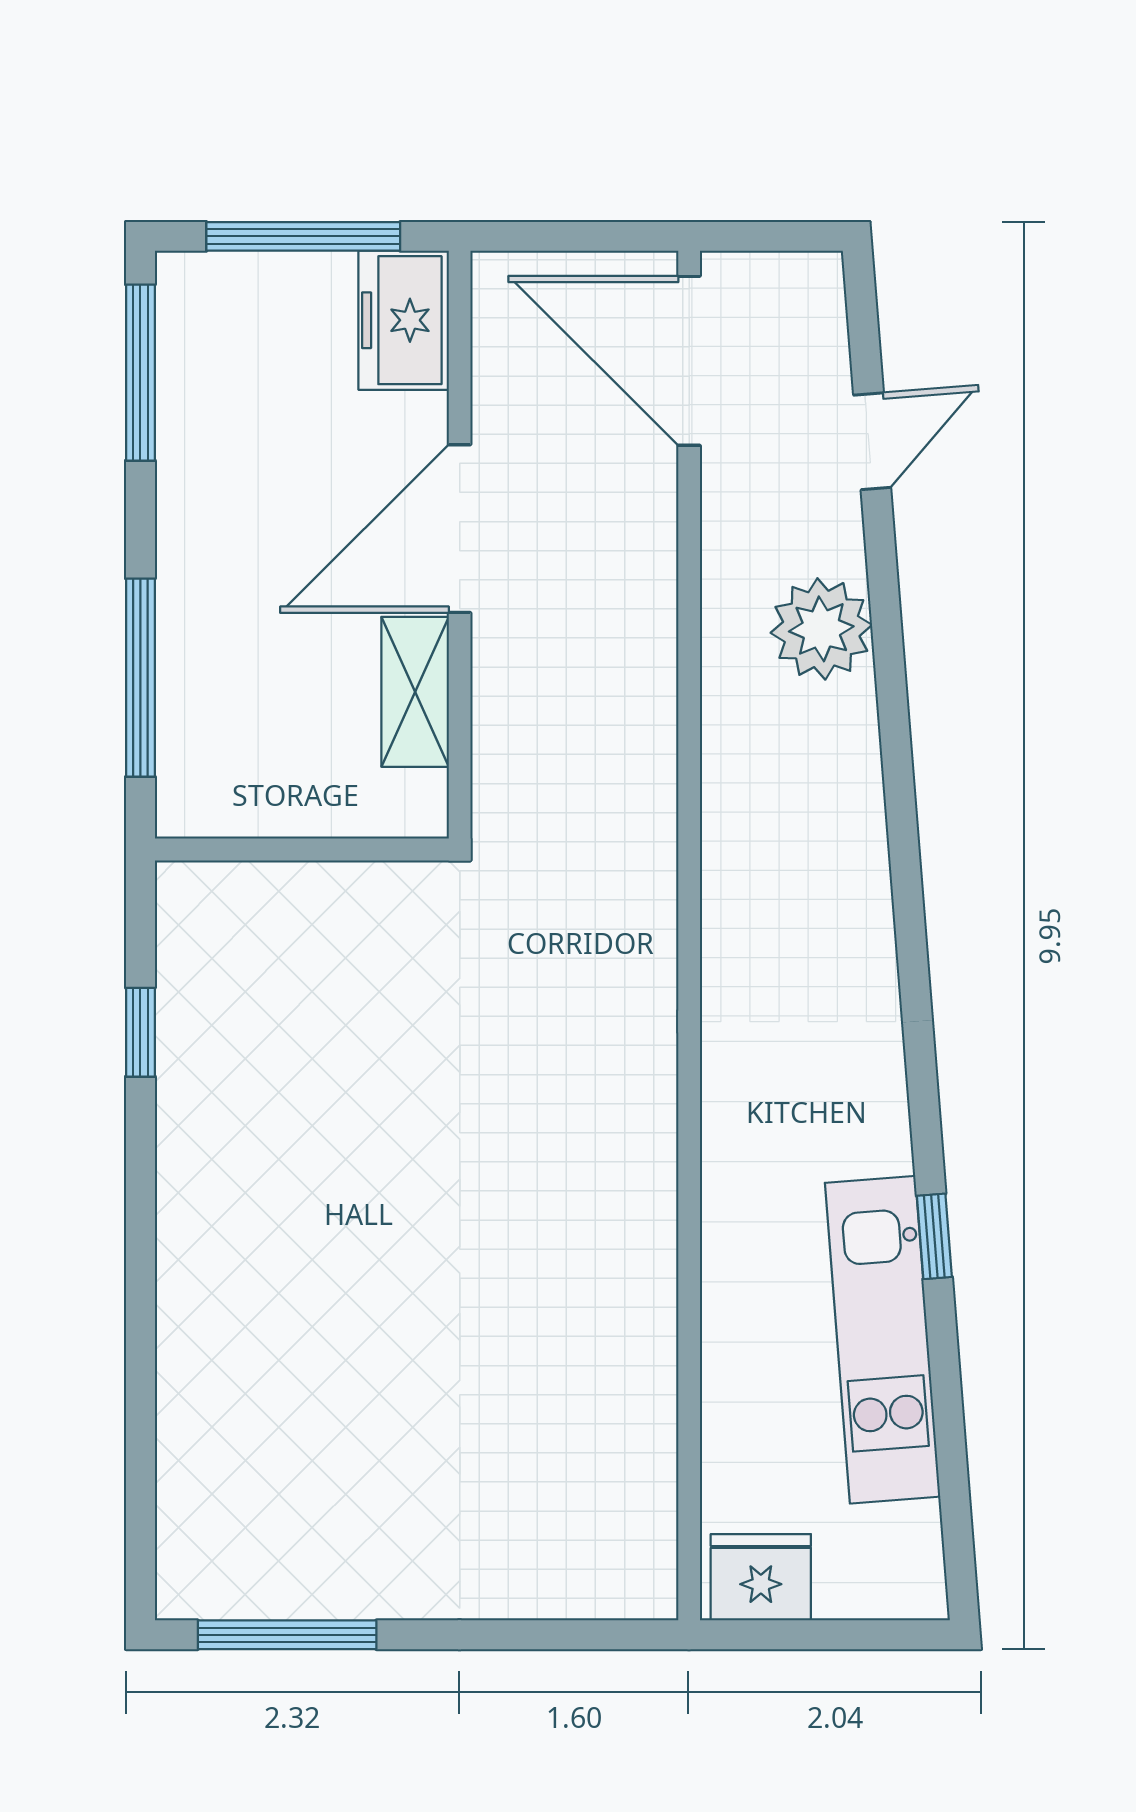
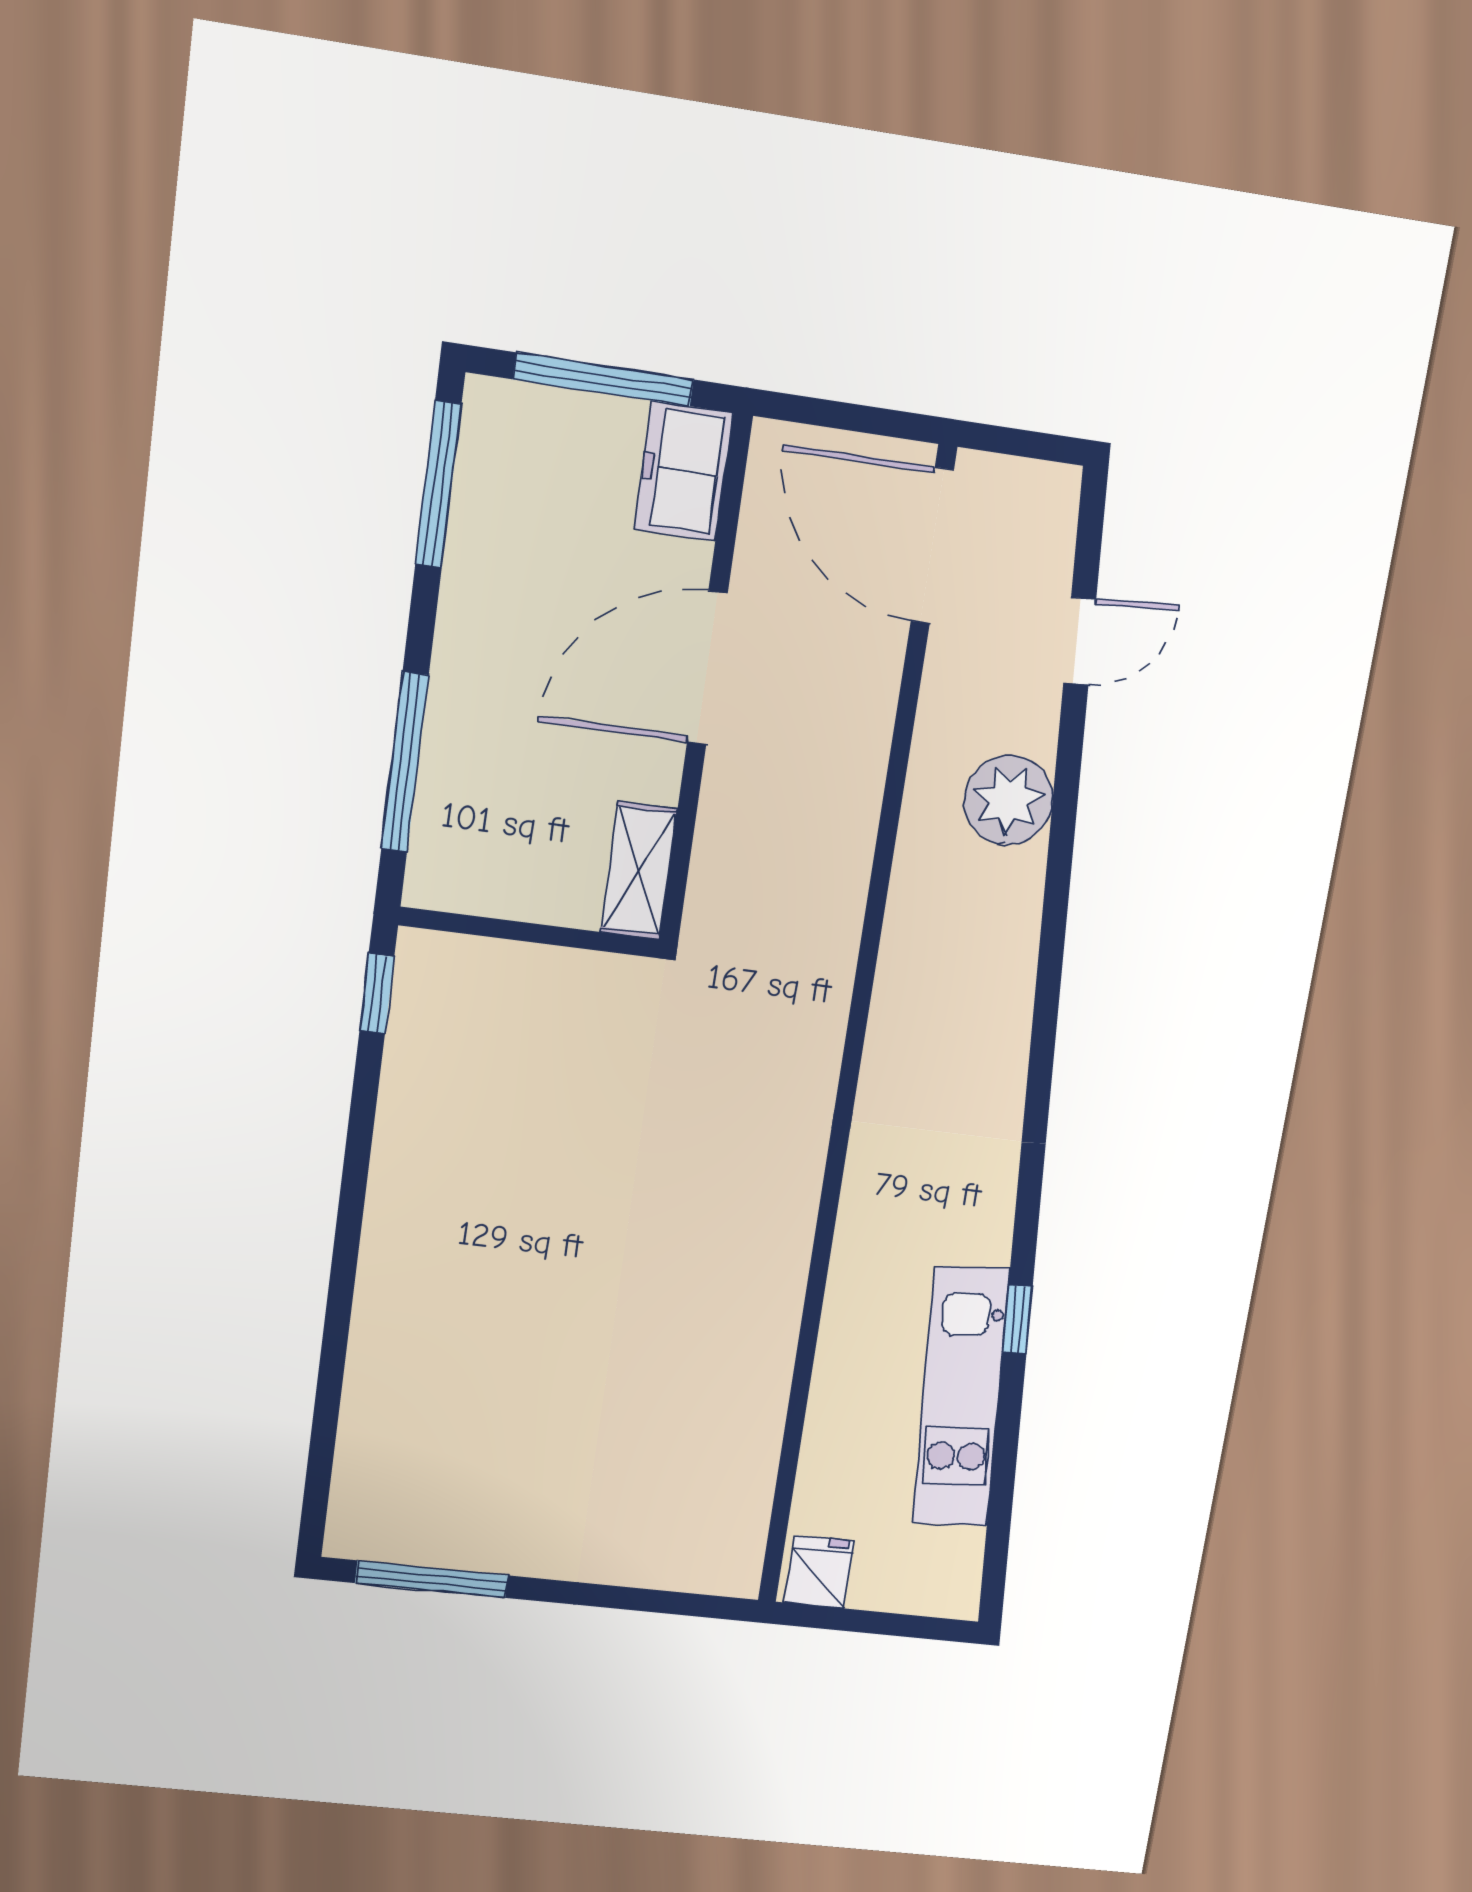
shelving: (415, 692) -> (639, 871), moved
window: (140, 1032) -> (377, 994), moved
fridge: (761, 1577) -> (819, 1572), width x0.72

